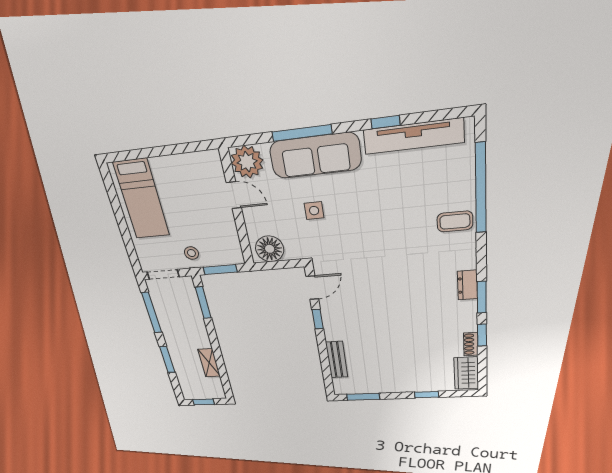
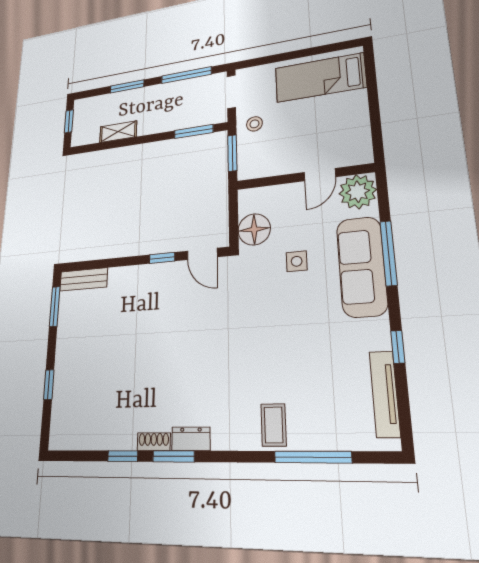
tv unit: (413, 136) -> (385, 394), width x0.73, depth x0.78
window: (481, 189) -> (313, 457), width x0.68
floor lamp: (270, 249) -> (254, 229), moved
shoe rack: (471, 344) -> (154, 442), moved
bench: (337, 360) -> (83, 279), moved
wardrobe: (466, 373) -> (73, 435), removed

